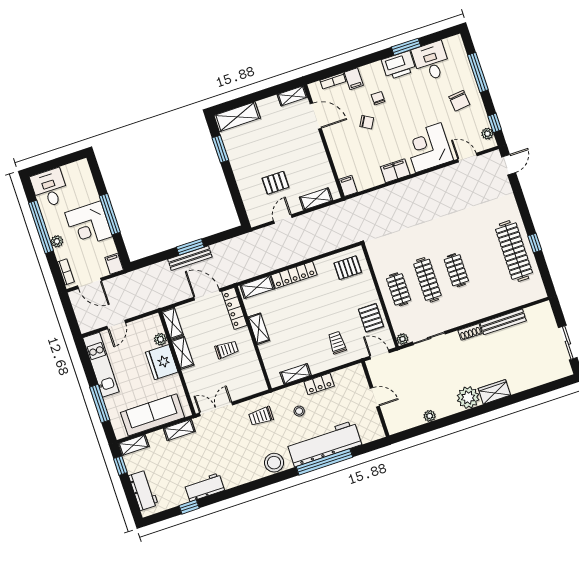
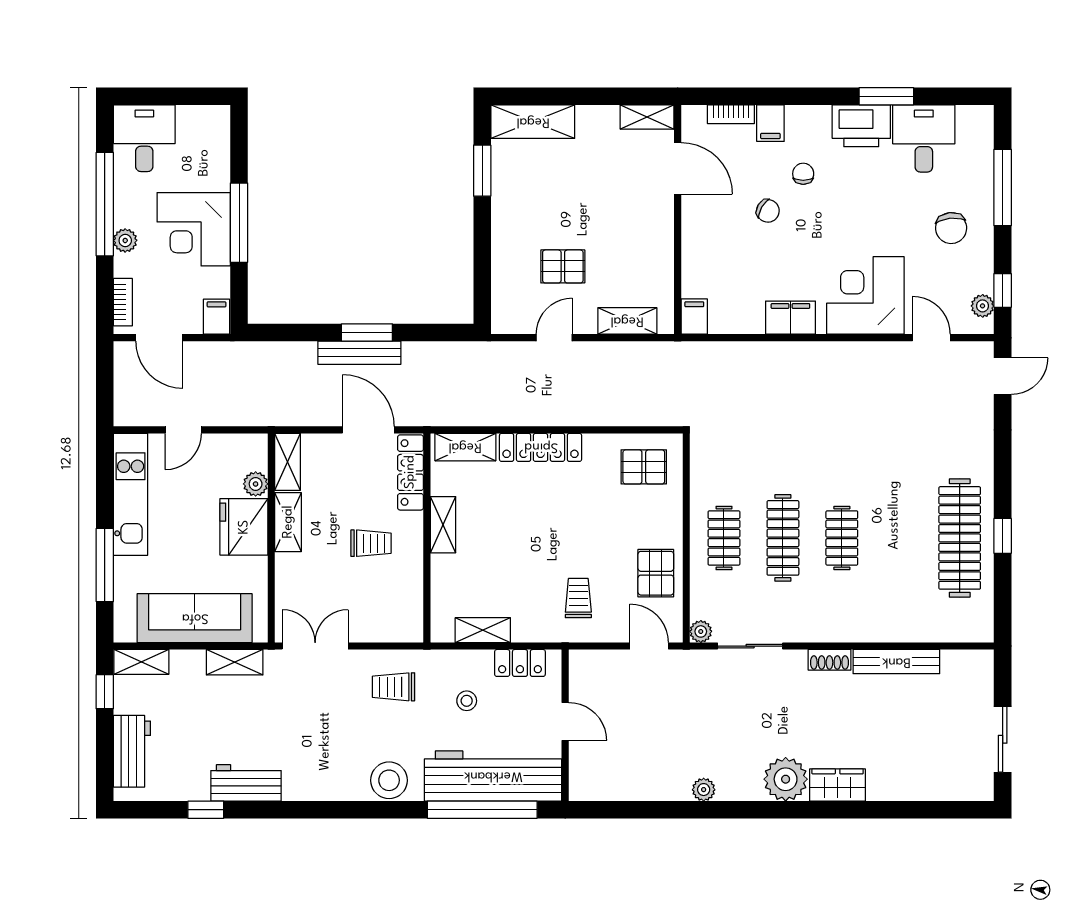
door: (375, 397) -> (565, 722), moved
wall: (375, 399) -> (565, 725), moved

